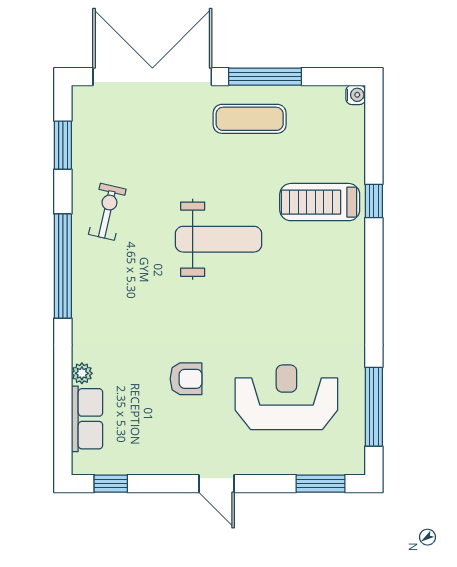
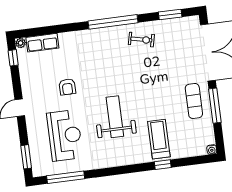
weight bench: (219, 239) -> (115, 117), moved, turned 180
plant: (82, 373) -> (21, 43), moved

